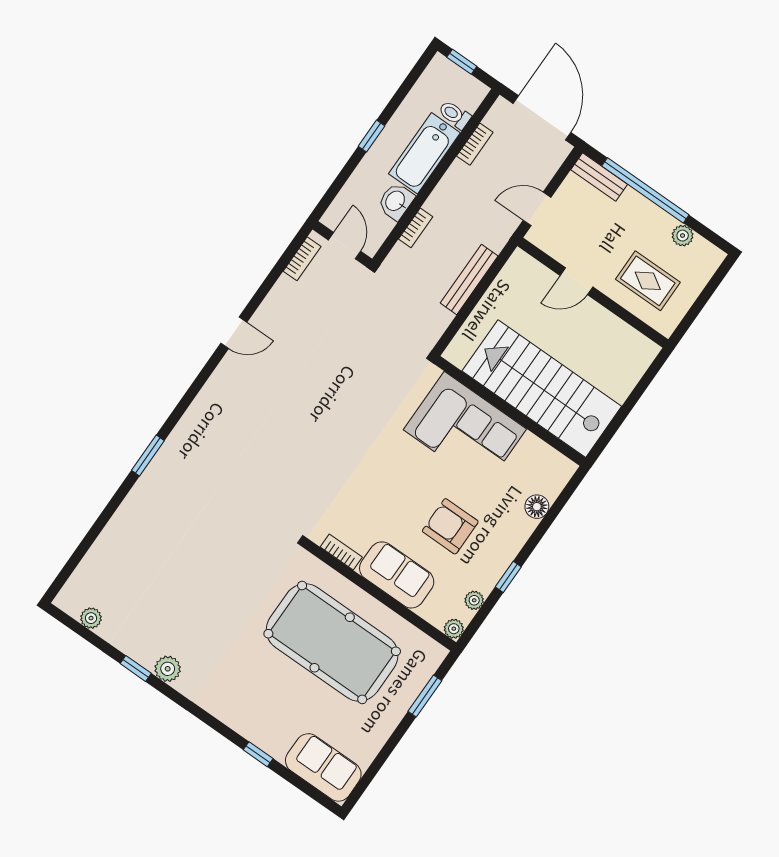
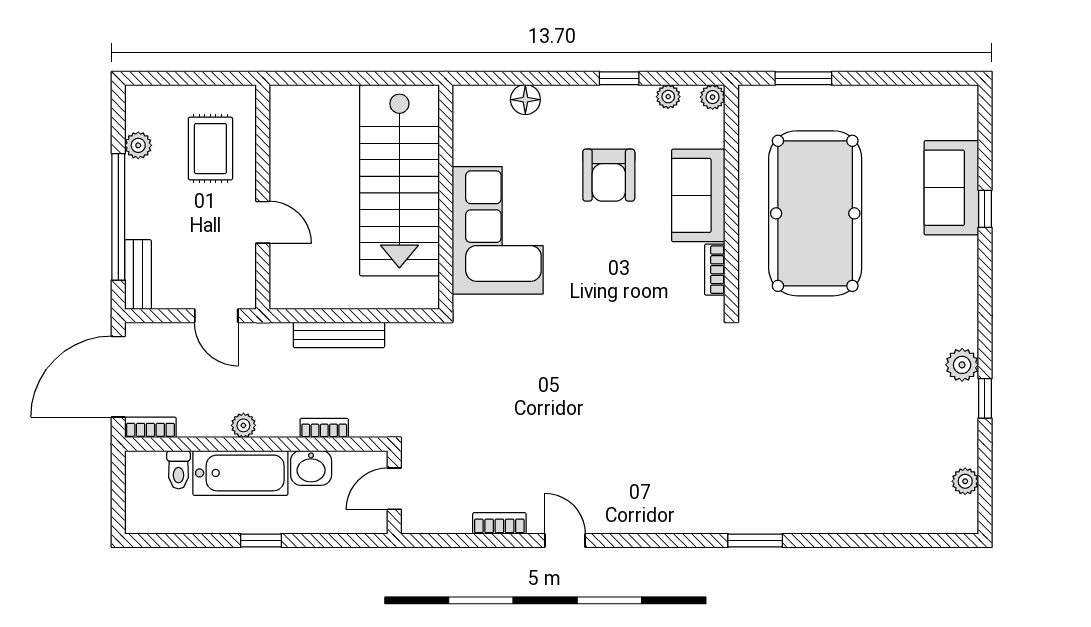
window: (462, 62) -> (118, 501), removed
bookcase: (475, 144) -> (150, 427), moved
plant: (454, 177) -> (243, 425), added
bookcase: (302, 259) -> (499, 523), moved
sofa: (323, 767) -> (951, 188), moved

